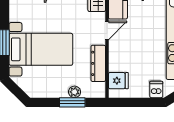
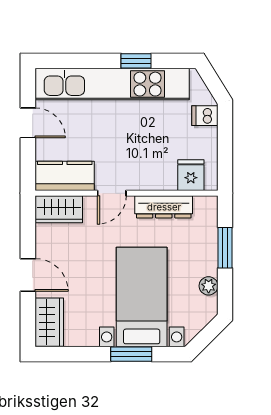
door: (107, 30) -> (112, 193), swing flipped
plant: (75, 92) -> (209, 286), moved

